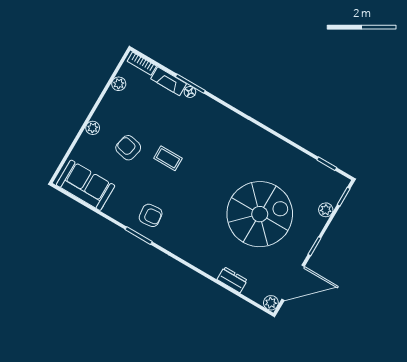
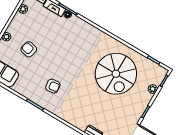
coffee table: (168, 158) -> (54, 56), removed
spiral stairs: (260, 214) -> (116, 74), moved, turned 90
armchair: (151, 215) -> (53, 86), moved

